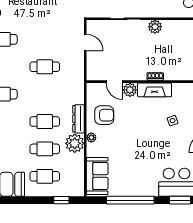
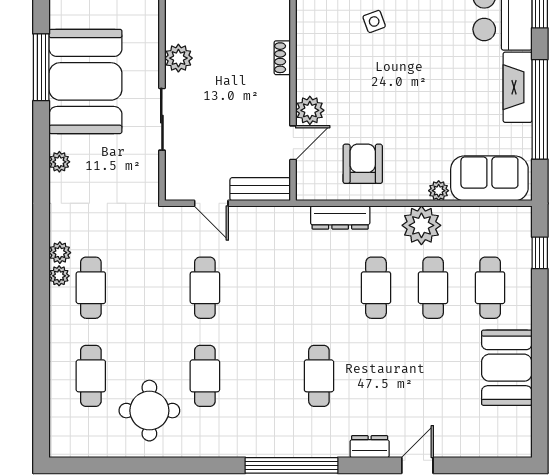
door: (85, 42) -> (211, 203), swing flipped
bench: (92, 66) -> (260, 189), added
cafe table: (45, 67) -> (205, 288), moved
fireplace: (155, 90) -> (518, 87), moved, turned 180
dresser: (78, 119) -> (340, 217), moved
plant: (91, 138) -> (439, 191), moved

